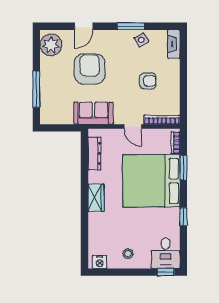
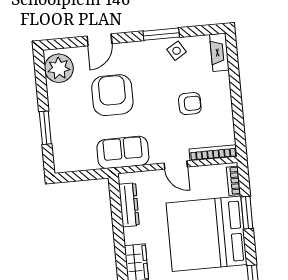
window: (36, 89) -> (45, 128), width x0.69

